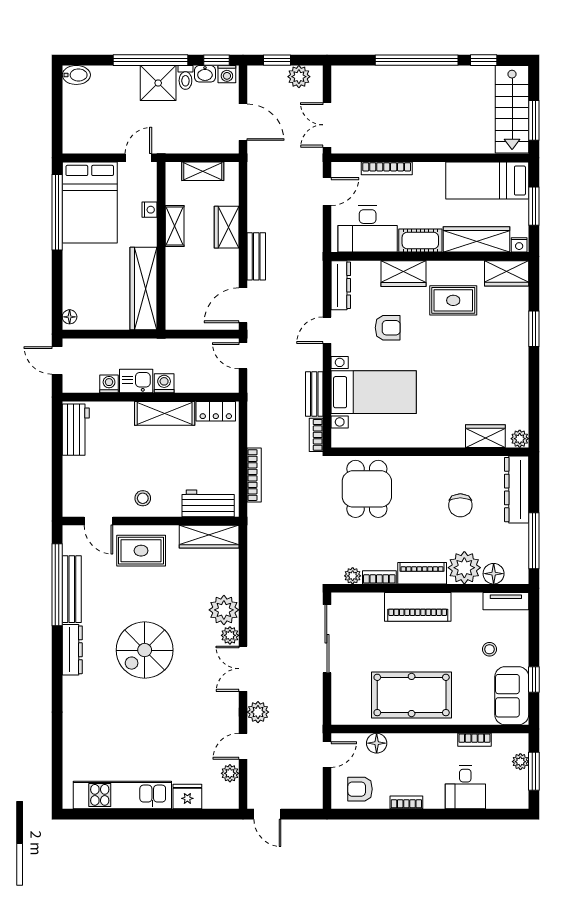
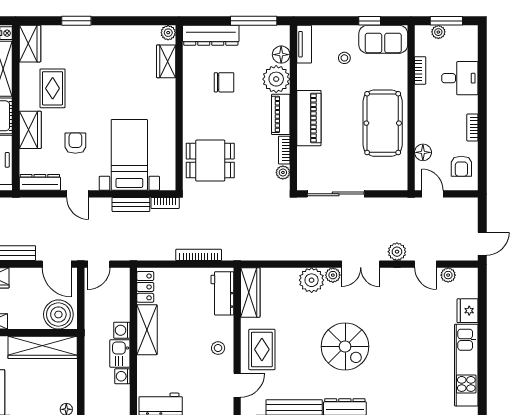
boiler: (183, 307) -> (58, 314), added

